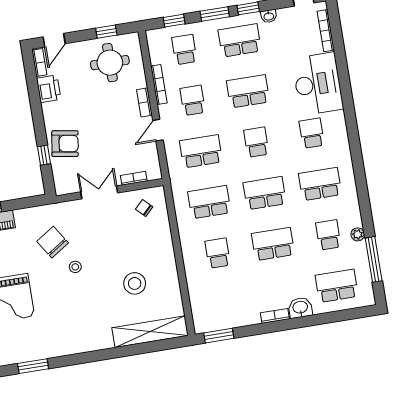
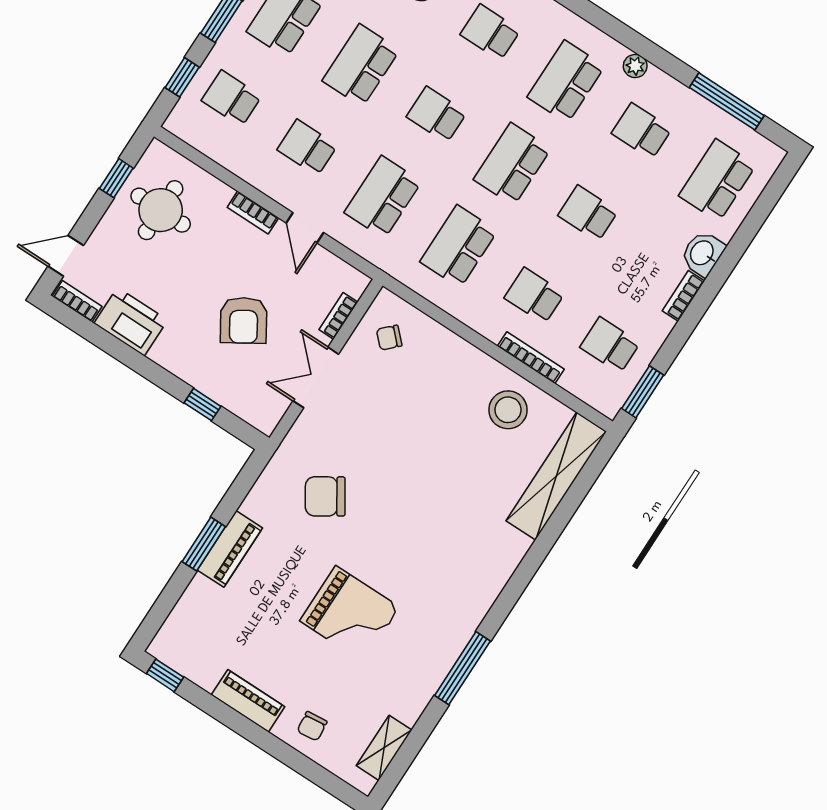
door: (54, 40) -> (66, 256), swing flipped
bookcase: (159, 85) -> (531, 358), moved
printer: (49, 89) -> (131, 322), width x1.37, depth x1.19
armchair: (65, 144) -> (244, 320), moved, turned 139
plant: (358, 234) -> (635, 66), moved
school desk: (273, 244) -> (588, 213), width x0.54
stool: (75, 267) -> (384, 496), removed
stool: (135, 283) -> (508, 410), moved
school desk: (226, 304) -> (610, 345), added
window: (33, 366) -> (462, 668), width x1.44

